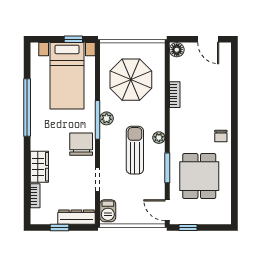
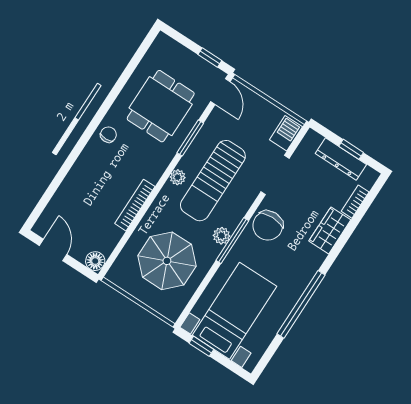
bookcase: (175, 95) -> (135, 205), width x1.56
sun lounger: (135, 150) -> (213, 181), width x1.36, depth x1.34
doorway: (98, 179) -> (275, 175), width x1.38
dresser: (76, 217) -> (341, 159), moved

